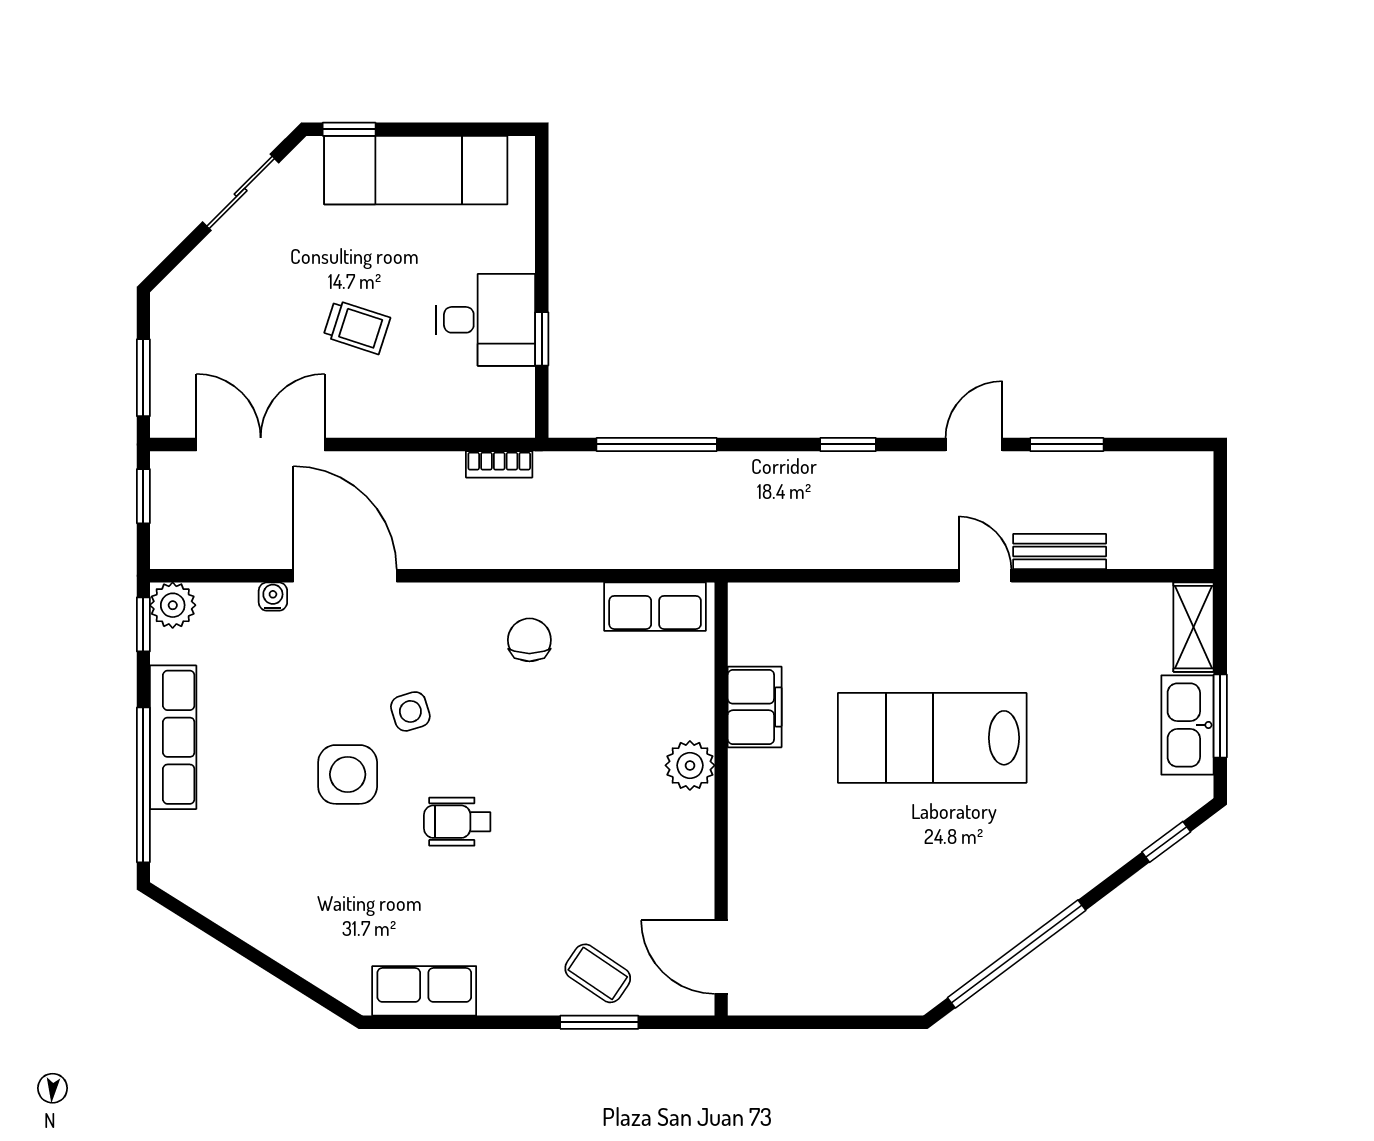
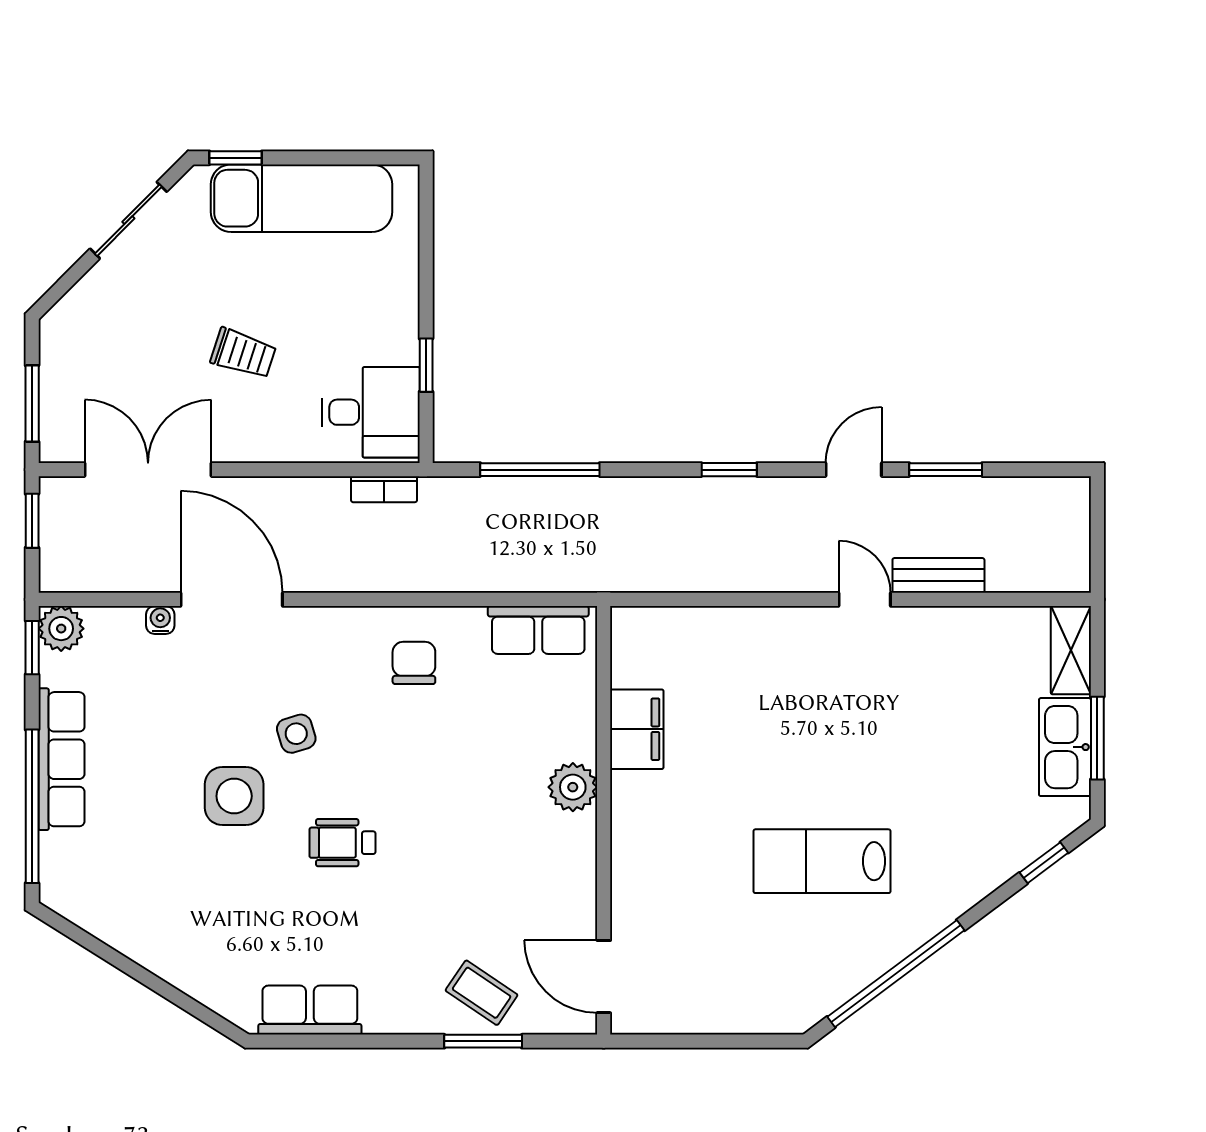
desk: (486, 320) -> (371, 412), moved
lab bench: (932, 738) -> (822, 861), moved, width x0.73, depth x0.72

